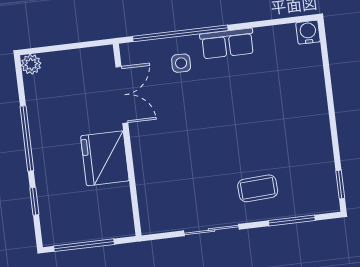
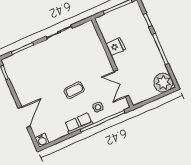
plant: (31, 64) -> (163, 83), width x1.88, depth x1.88
door: (329, 87) -> (24, 117), added
fridge: (105, 158) -> (115, 46), width x0.53, depth x0.75
coffee table: (258, 188) -> (74, 90), moved

